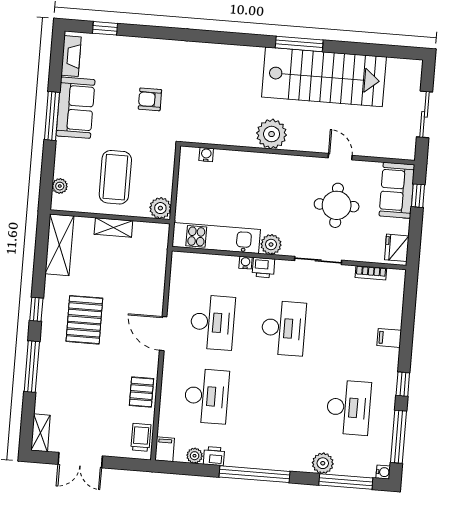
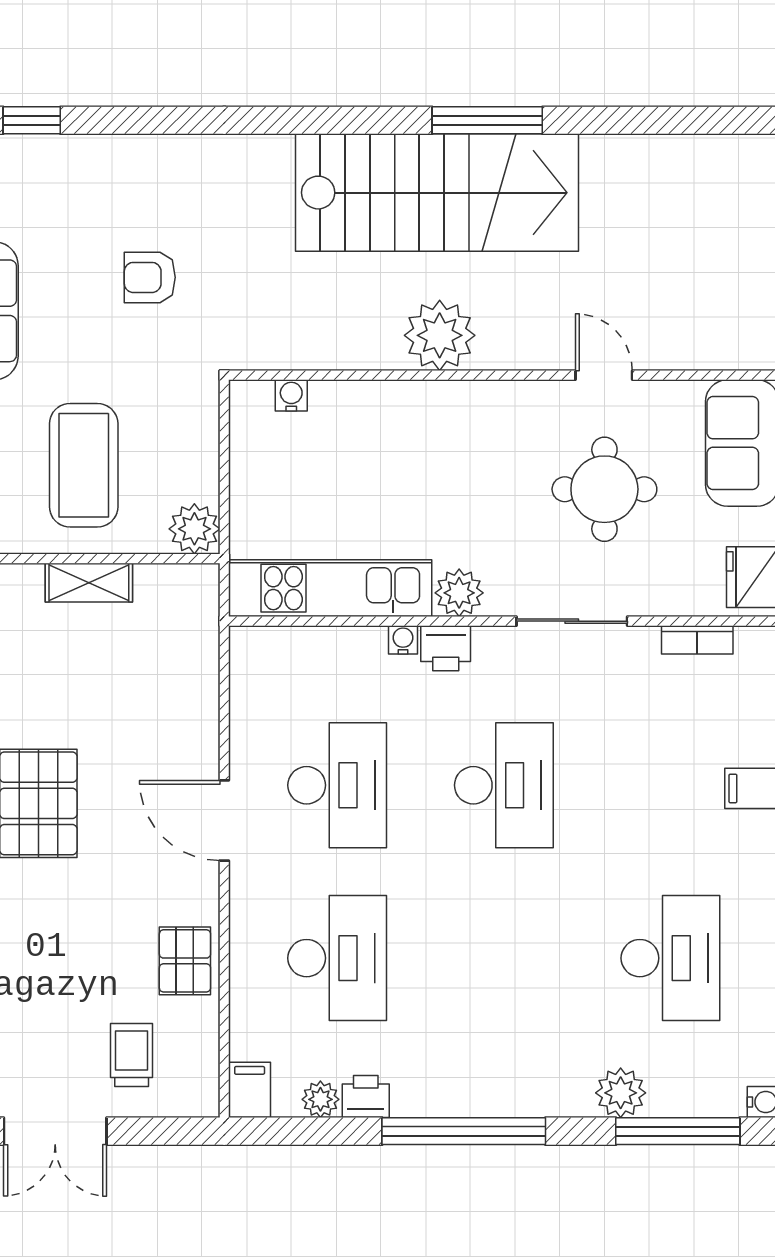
stairs: (324, 77) -> (437, 193), moved
trolley: (141, 437) -> (132, 1055), moved

